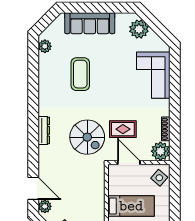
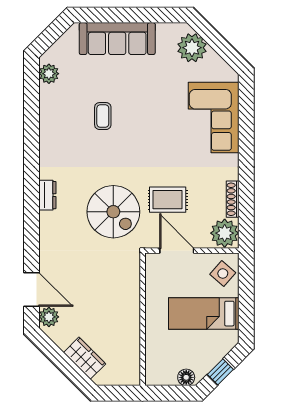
coffee table: (80, 74) -> (103, 116), width x0.54, depth x0.58
dresser: (44, 130) -> (47, 195), width x0.70
bed: (131, 206) -> (204, 314), moved, turned 180

